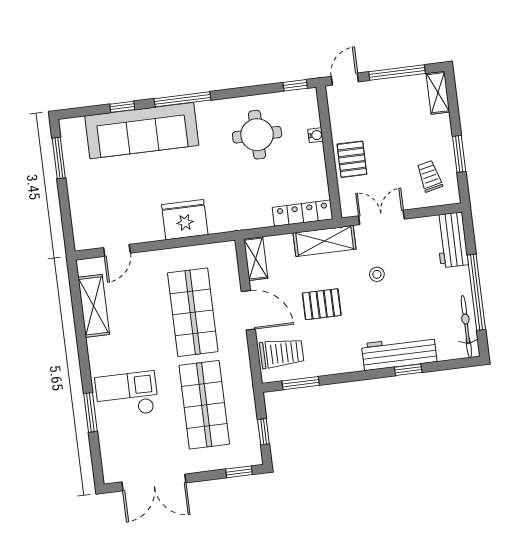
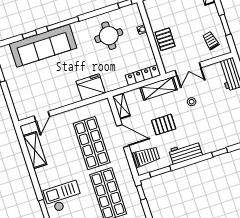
double door: (381, 217) -> (188, 69), swing flipped
fridge: (185, 220) -> (91, 87), moved
workbench: (399, 353) -> (186, 152), moved, width x0.73
window: (263, 432) -> (141, 192), moved

